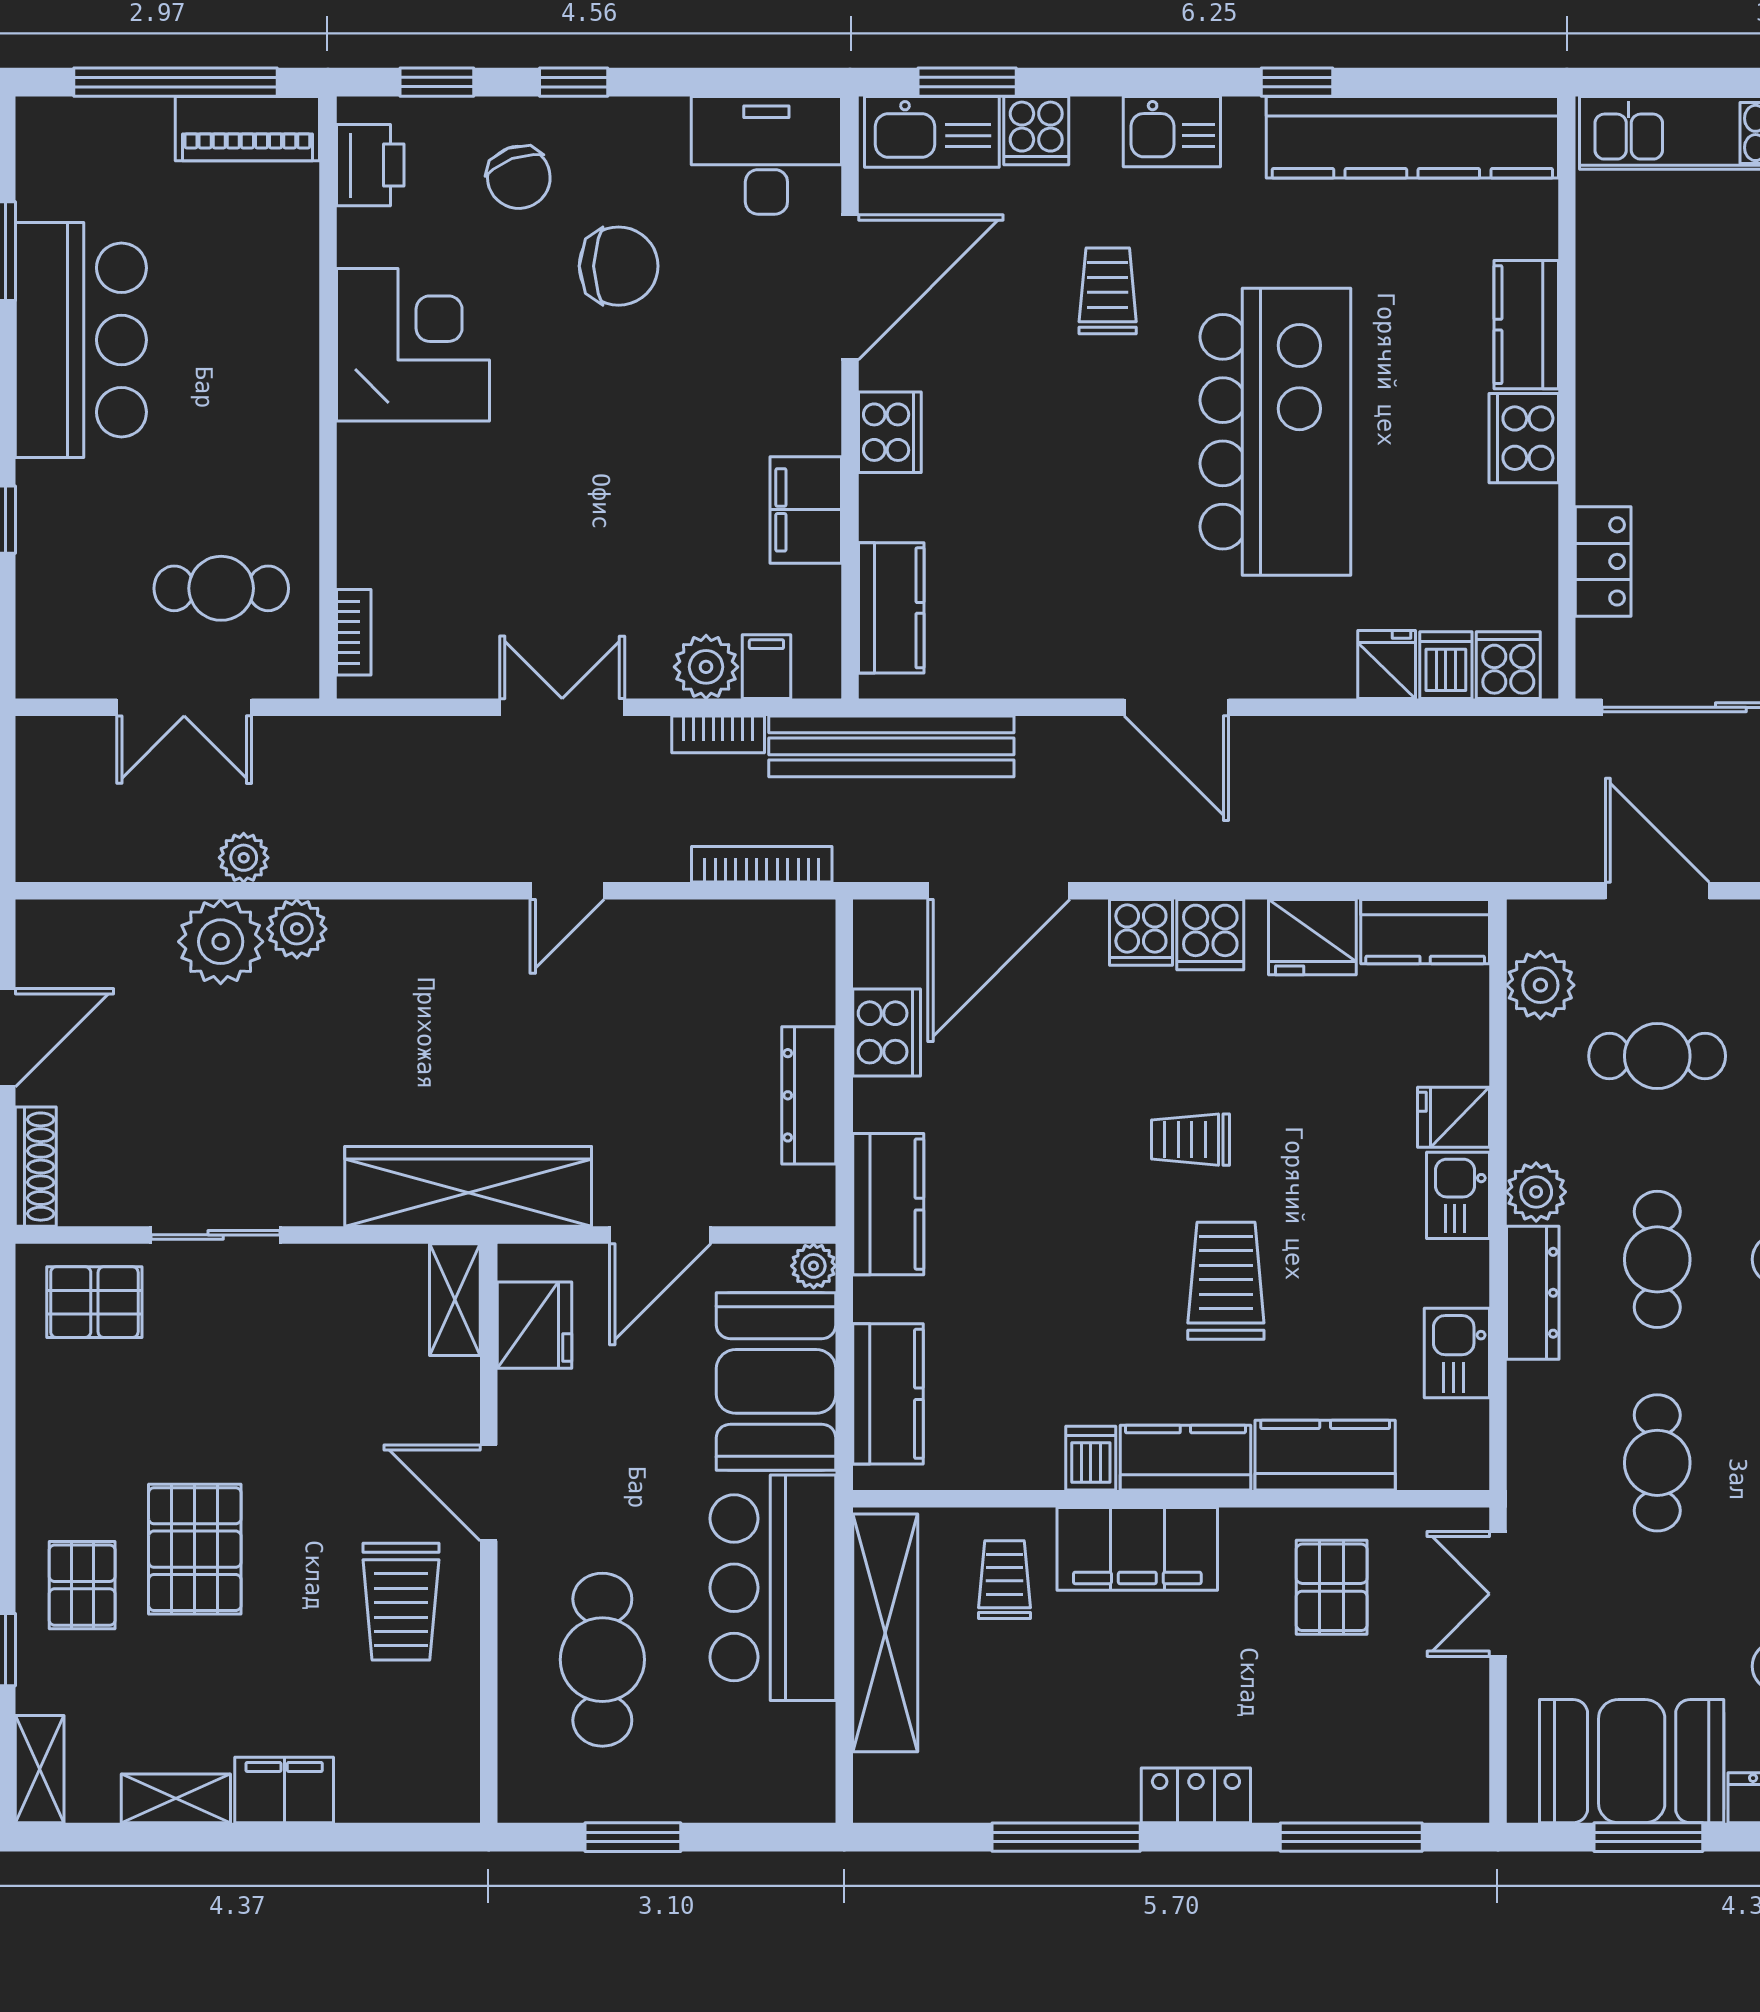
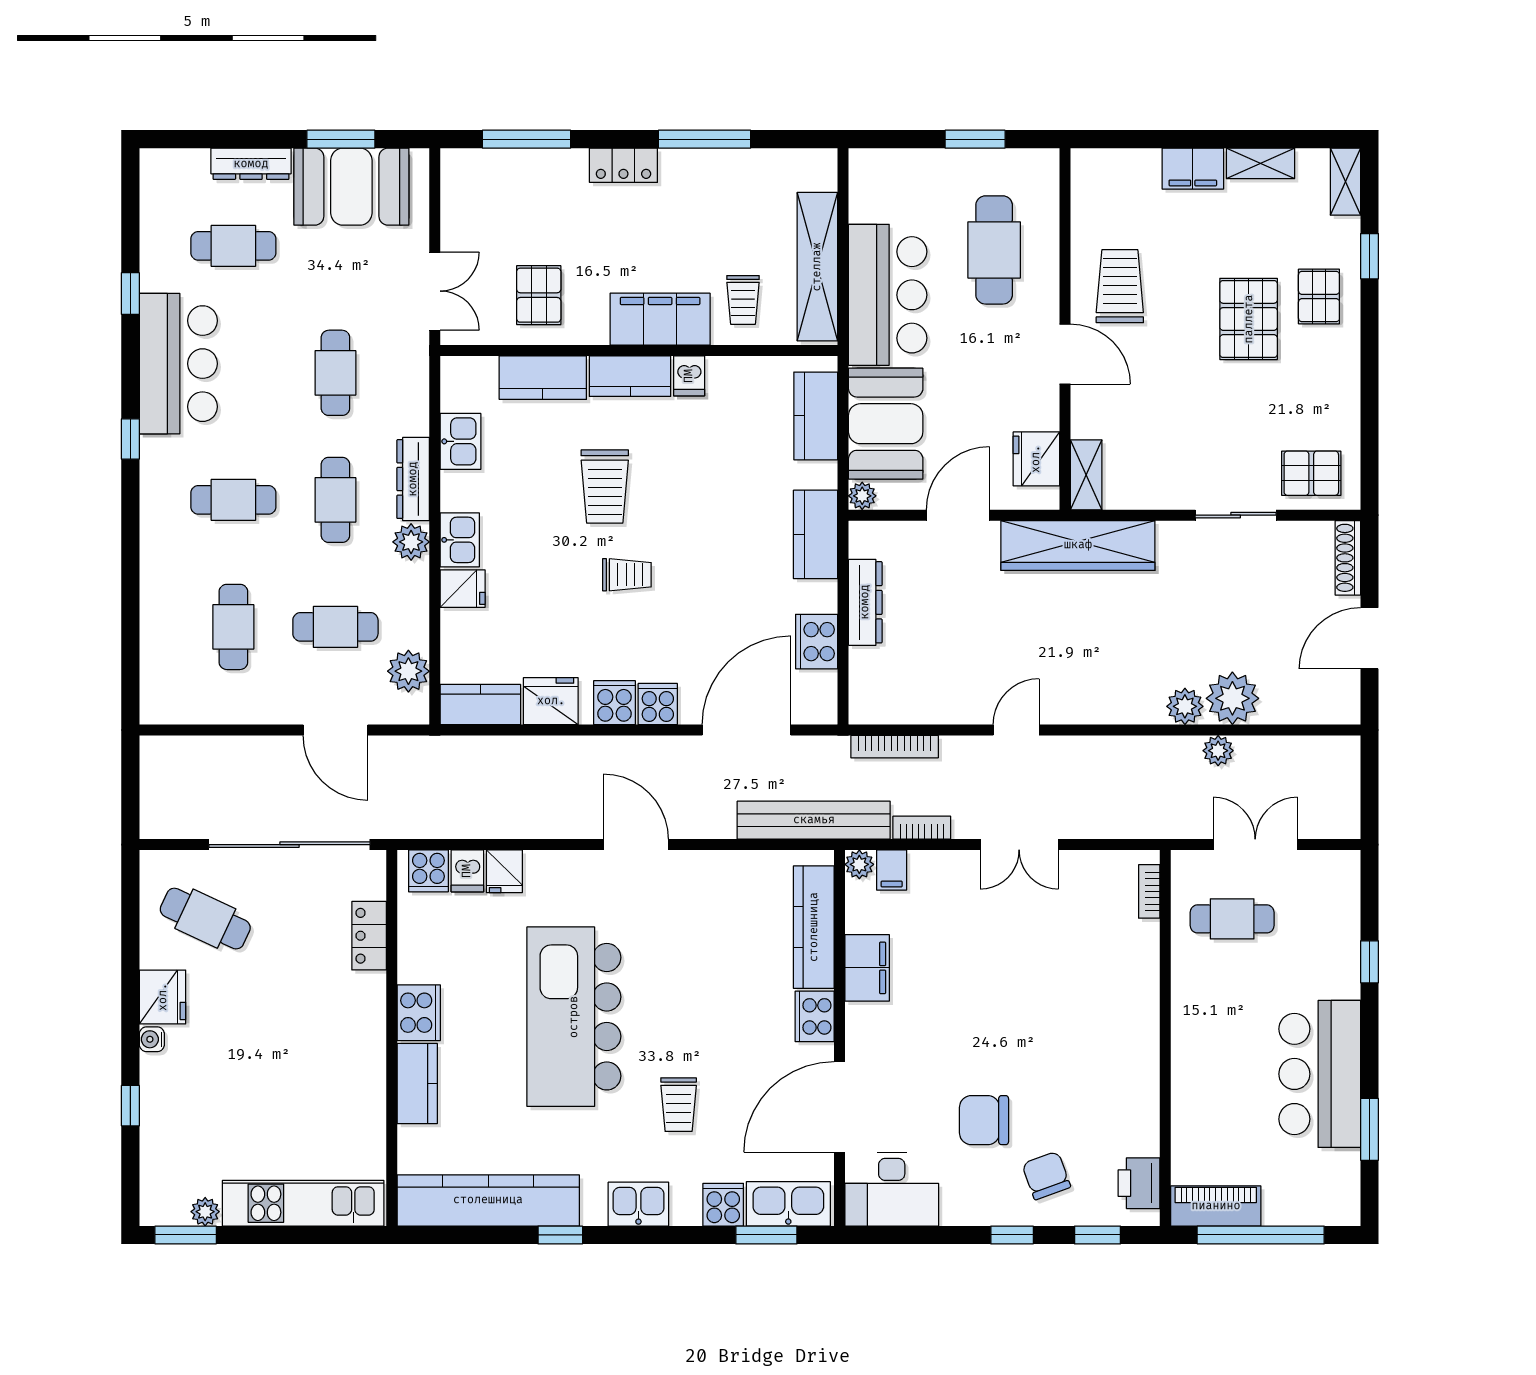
corner desk: (413, 345) -> (1112, 1071), removed
kitchen counter: (891, 608) -> (814, 927), width x1.50
plant: (706, 667) -> (859, 864), moved, width x0.73, depth x0.73

